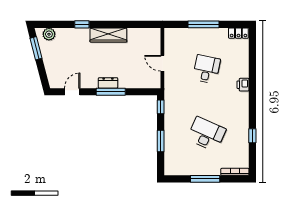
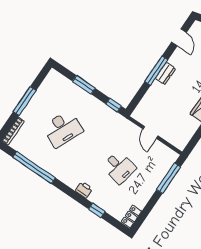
window: (204, 24) -> (169, 178), moved
door: (162, 63) -> (150, 132), swing flipped
window: (252, 64) -> (97, 210), added
window: (252, 136) -> (34, 168), width x3.17

